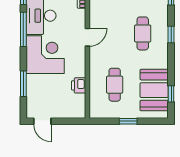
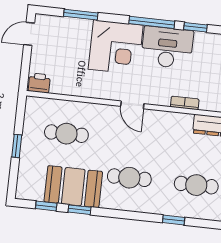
window: (171, 35) -> (80, 210), moved
printer: (79, 85) -> (39, 83), moved
booth: (154, 90) -> (73, 187), moved

